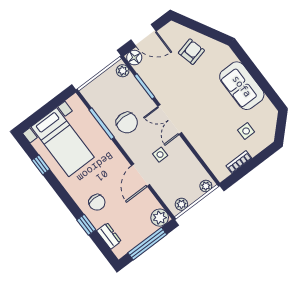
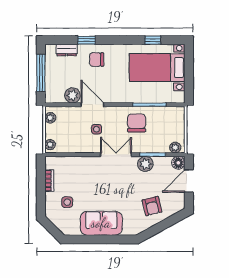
plant: (158, 87) -> (145, 164), added
chair: (127, 123) -> (137, 123), turned 90
plant: (160, 218) -> (72, 95), moved

